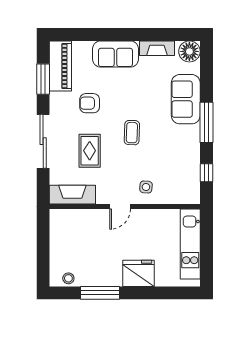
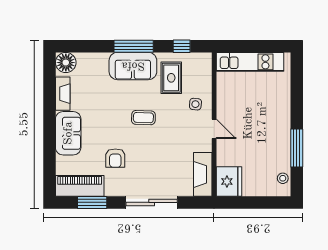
sofa: (186, 99) -> (133, 66), moved
rug: (90, 151) -> (171, 78), moved, turned 90
fridge: (139, 273) -> (229, 181), moved, turned 180

